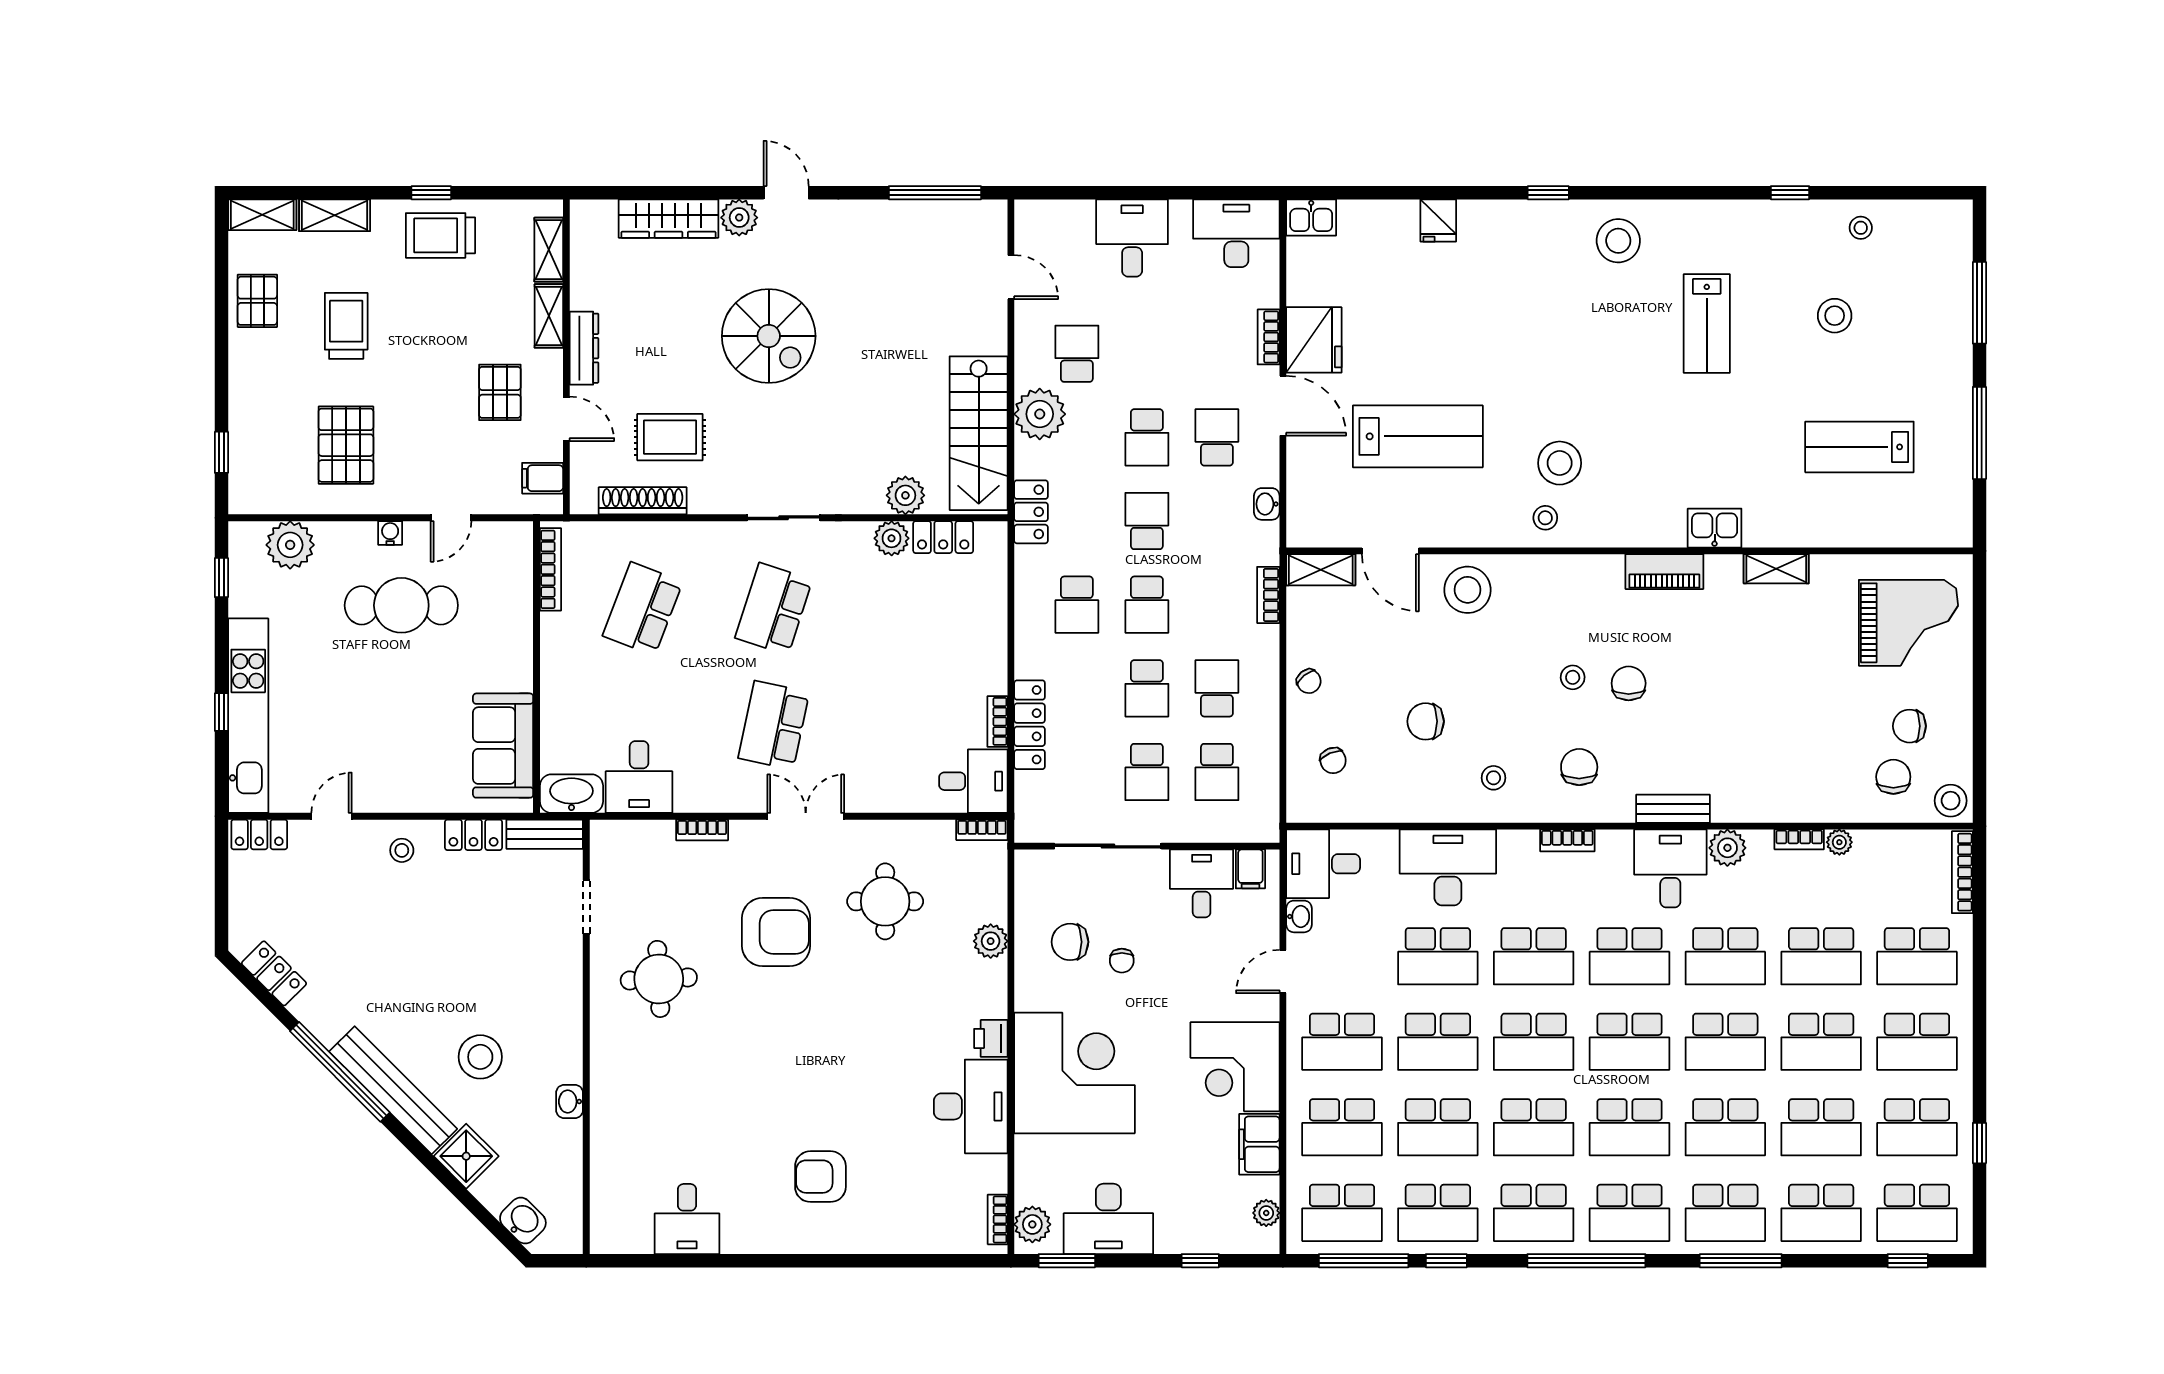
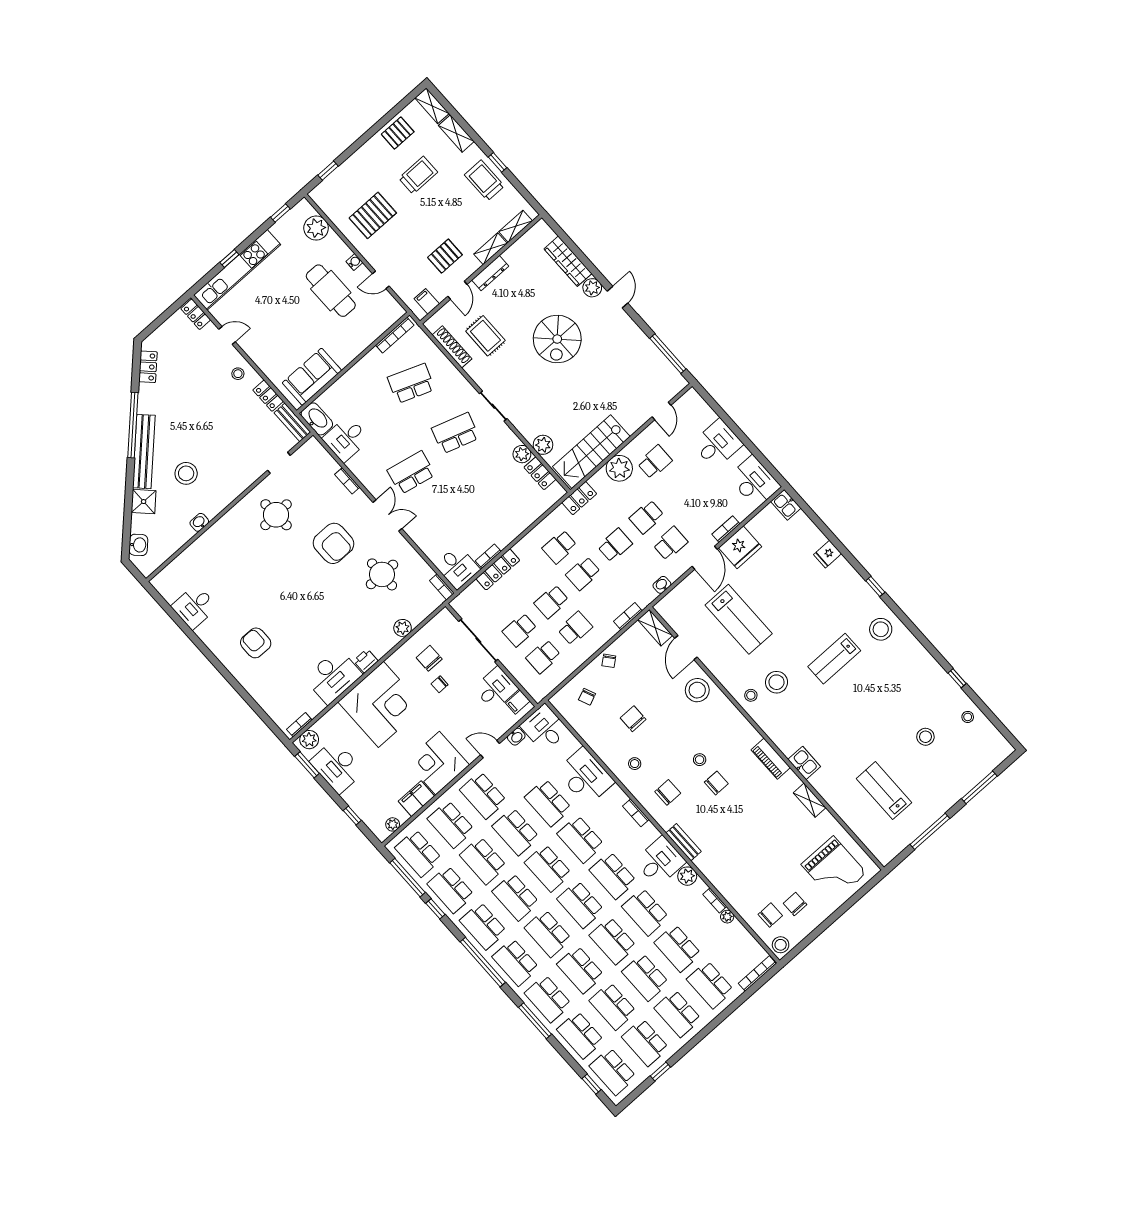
lab bench: (1707, 323) -> (834, 659), moved

